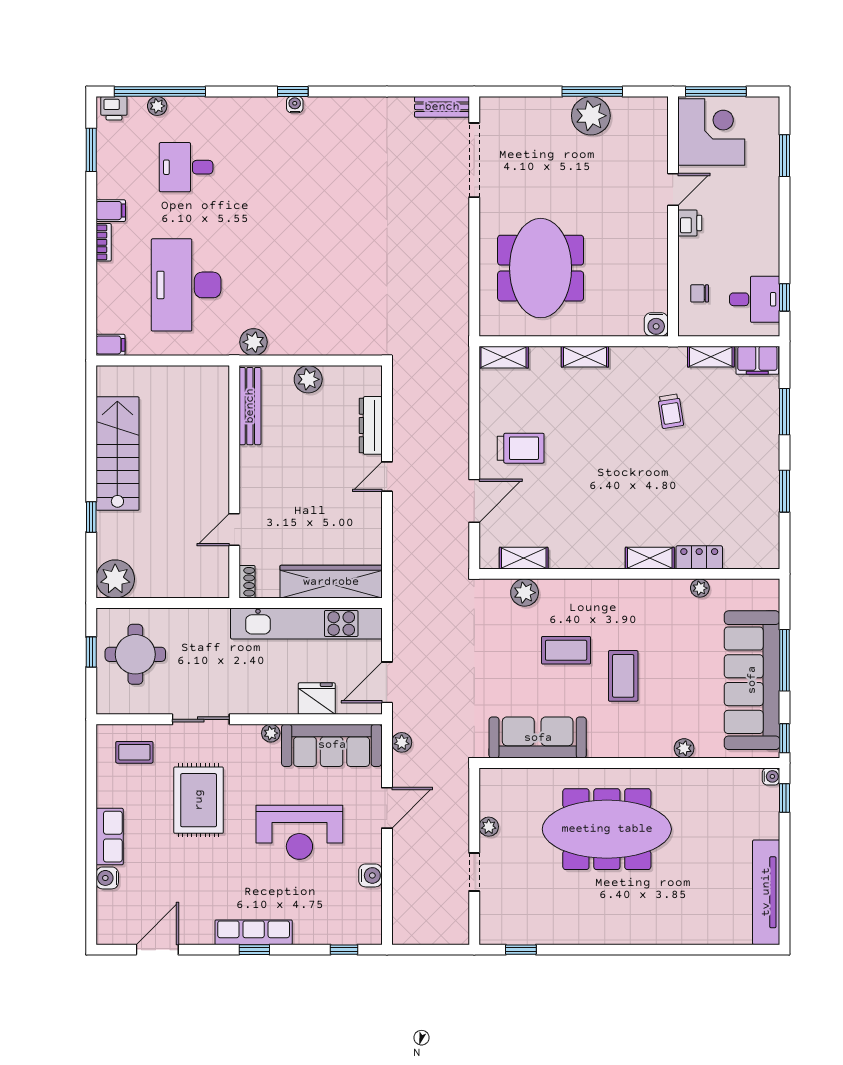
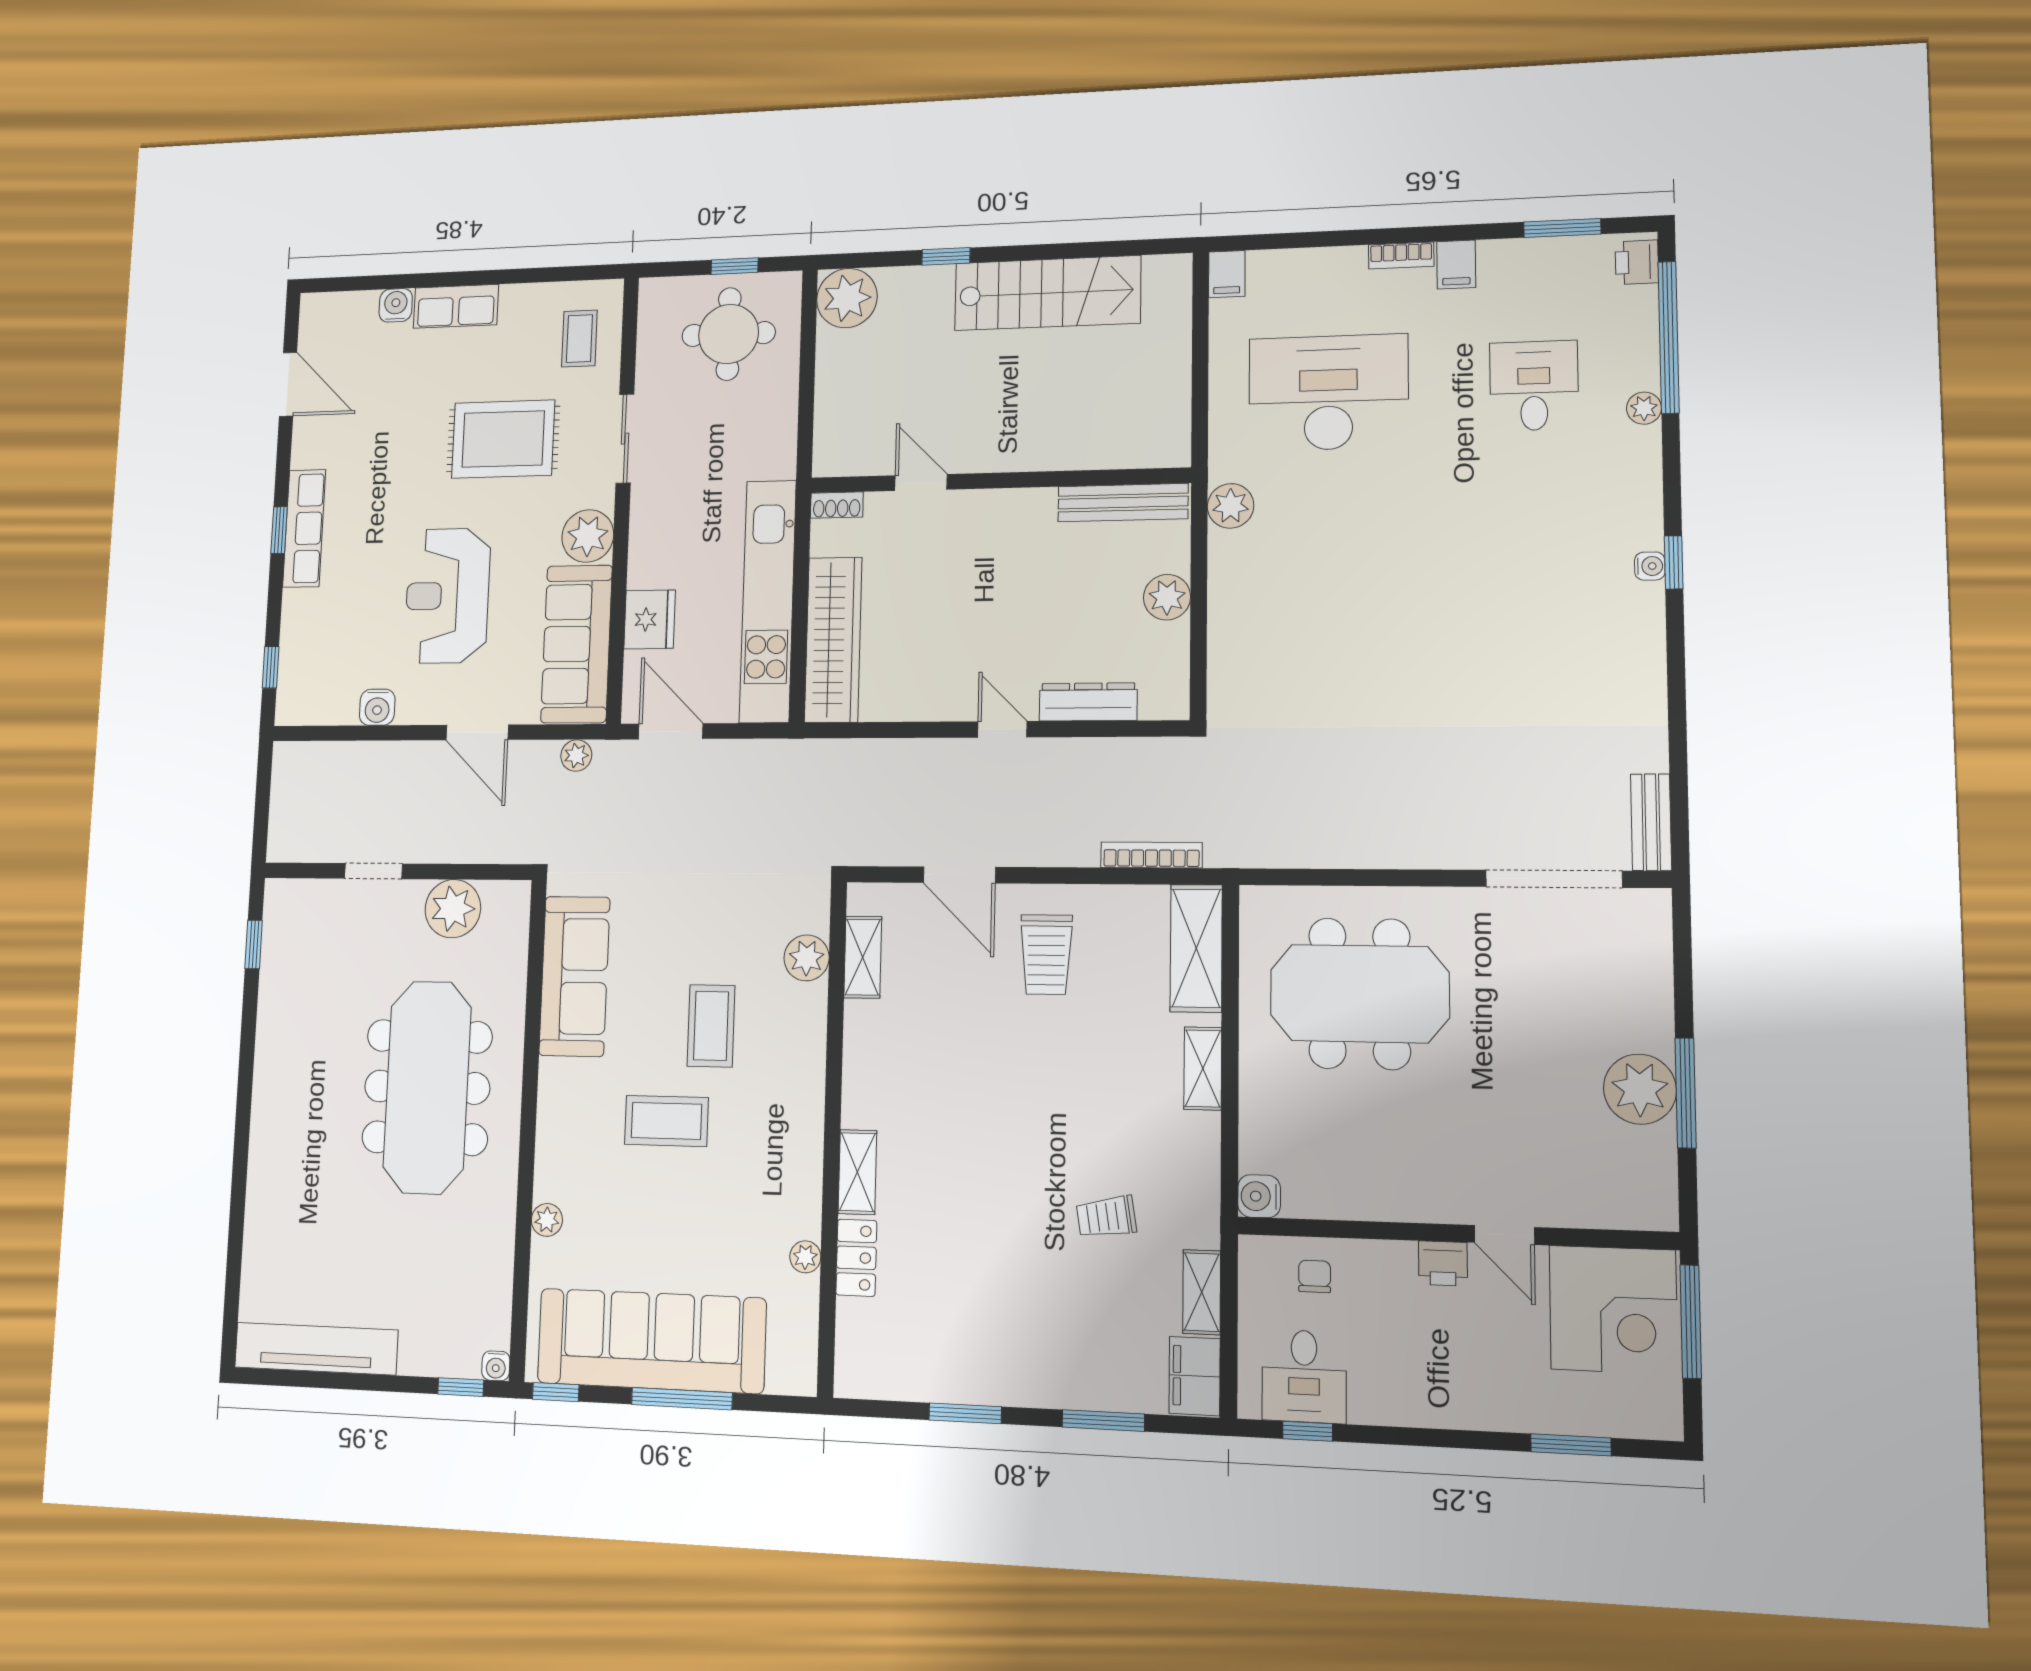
plant: (157, 106) -> (1644, 408), moved
shelving: (504, 357) -> (1196, 948), width x1.50, depth x1.33
bookcase: (462, 387) -> (1151, 855), added
plant: (271, 733) -> (588, 536), width x1.88, depth x1.88
plant: (489, 827) -> (453, 909), width x1.88, depth x1.88

